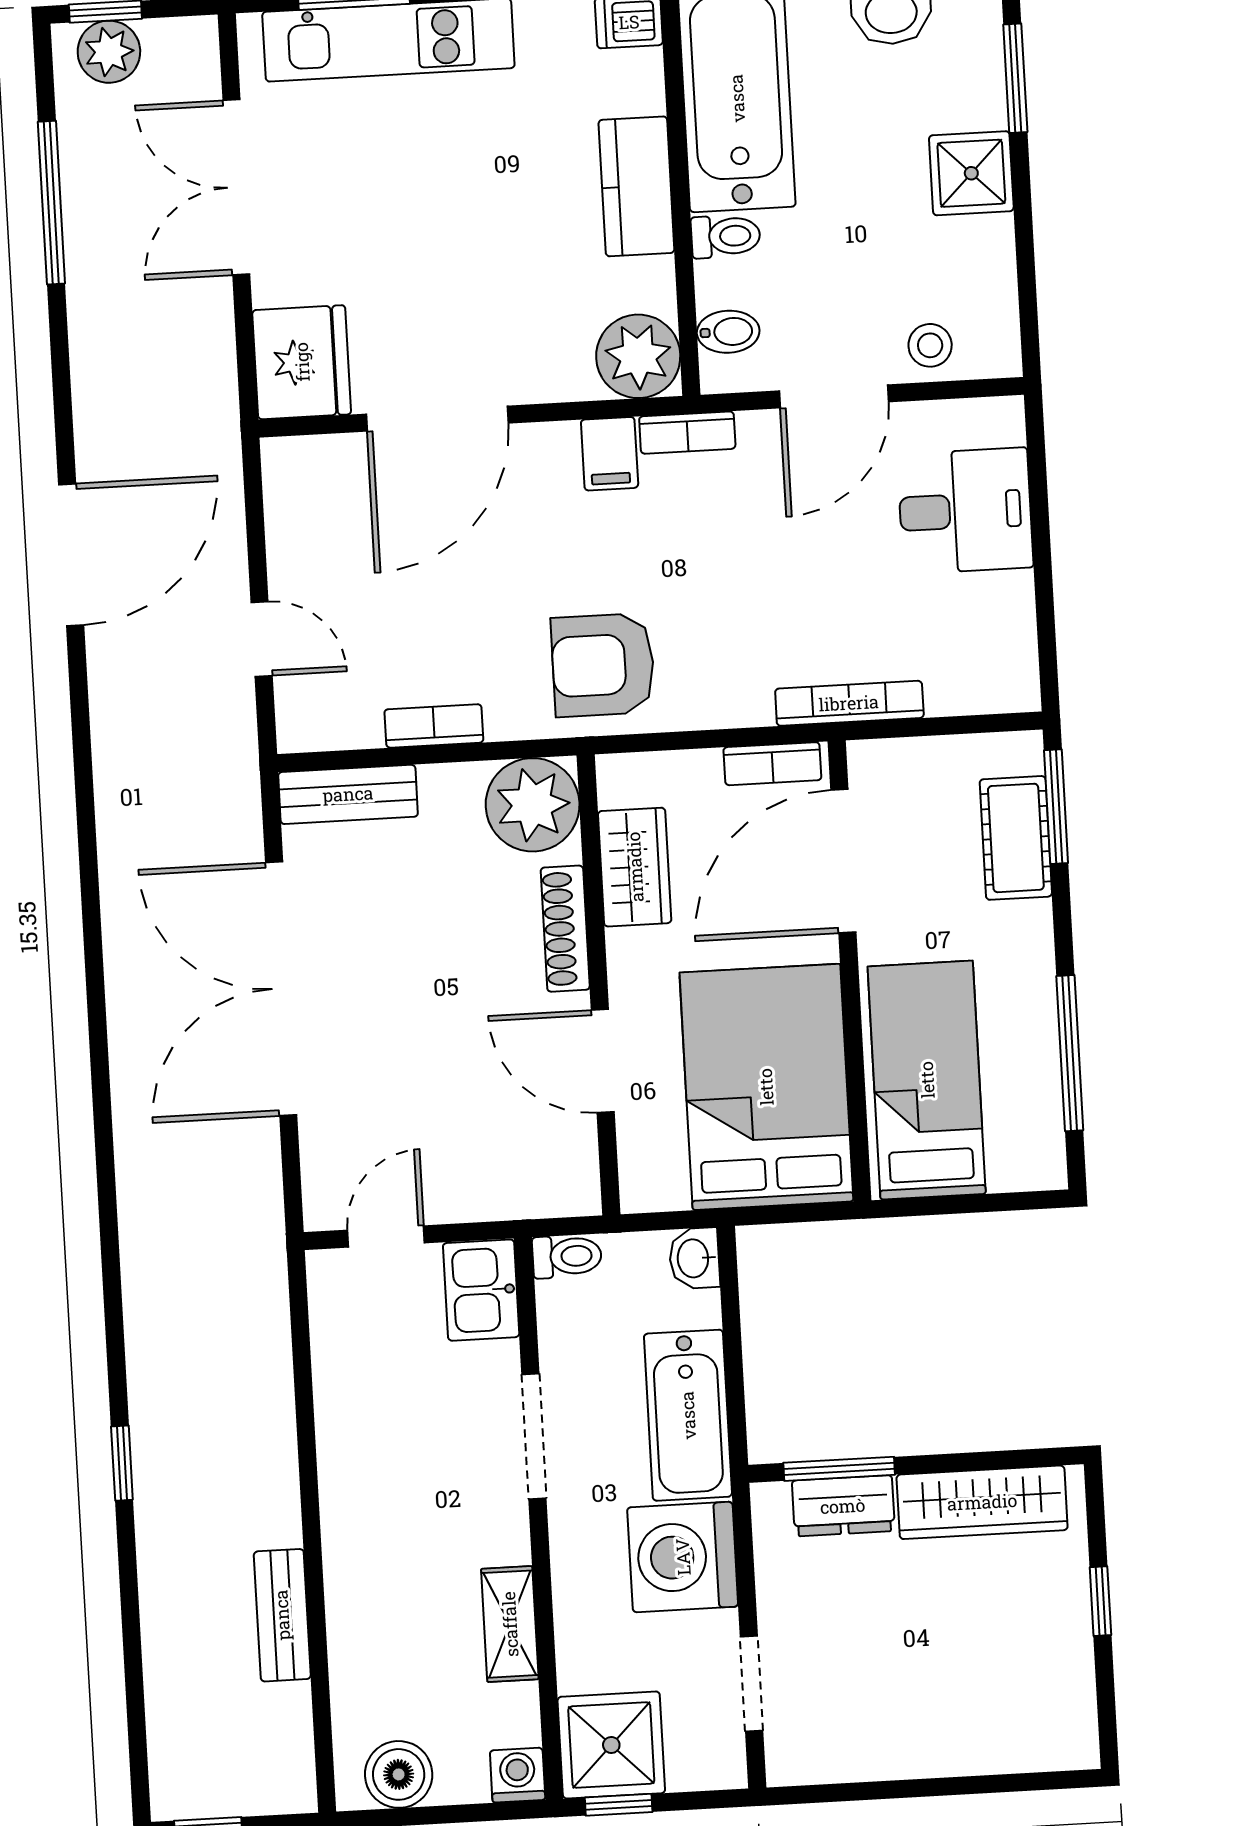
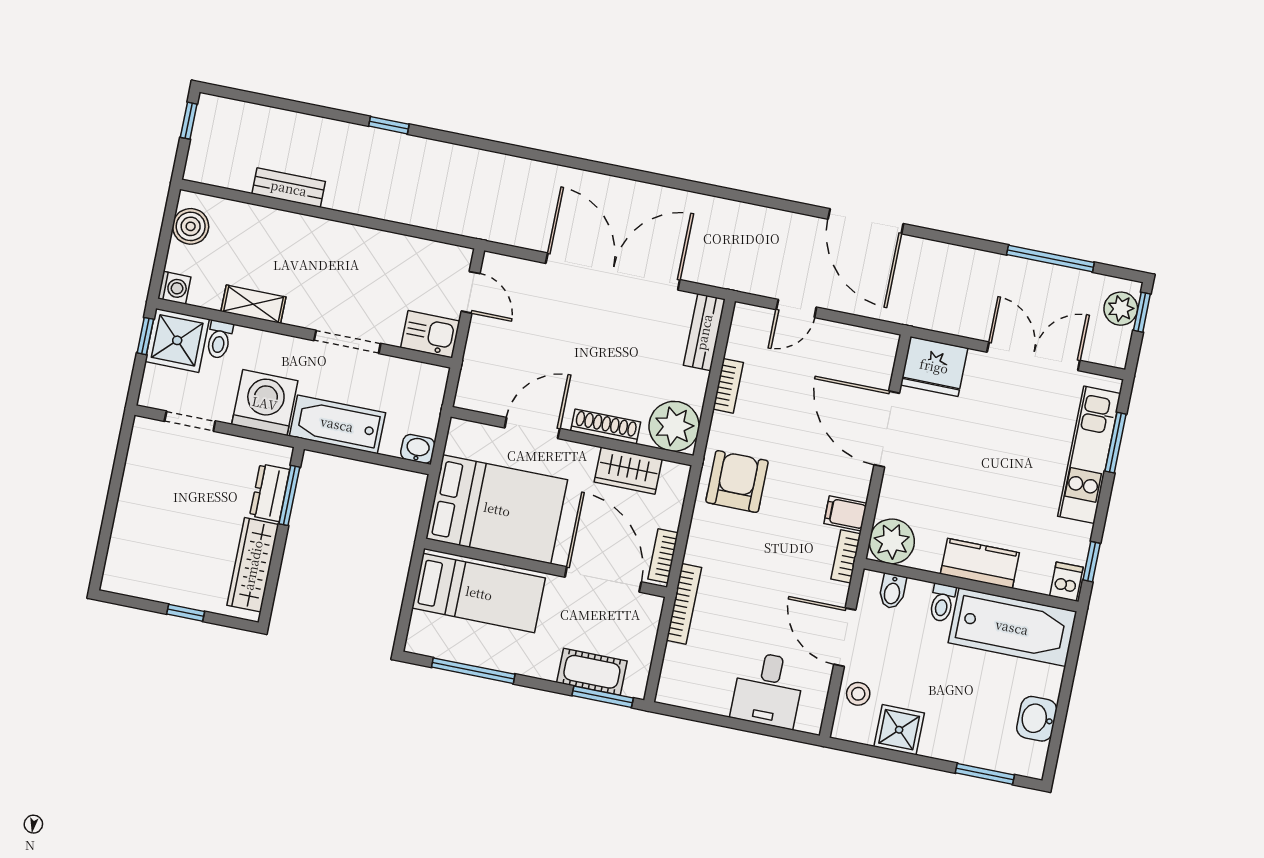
shower: (971, 173) -> (899, 730), moved
toilet: (567, 1256) -> (219, 340), moved

